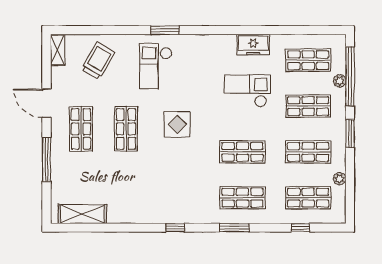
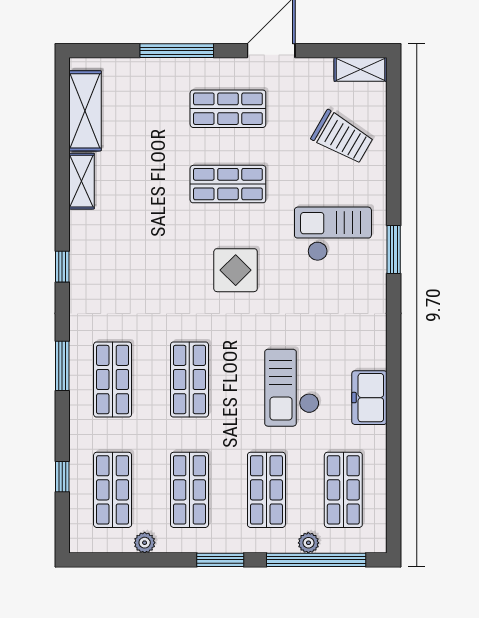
checkout: (247, 91) -> (292, 388), turned 180
shelving: (124, 216) -> (82, 181), added

